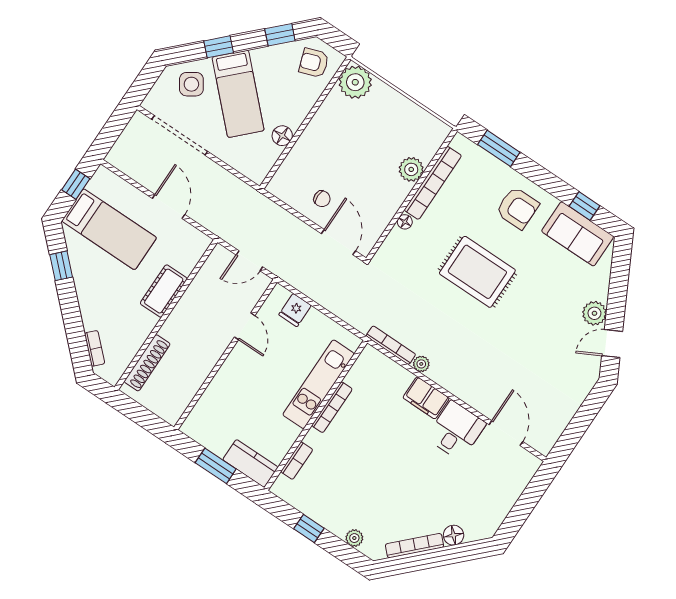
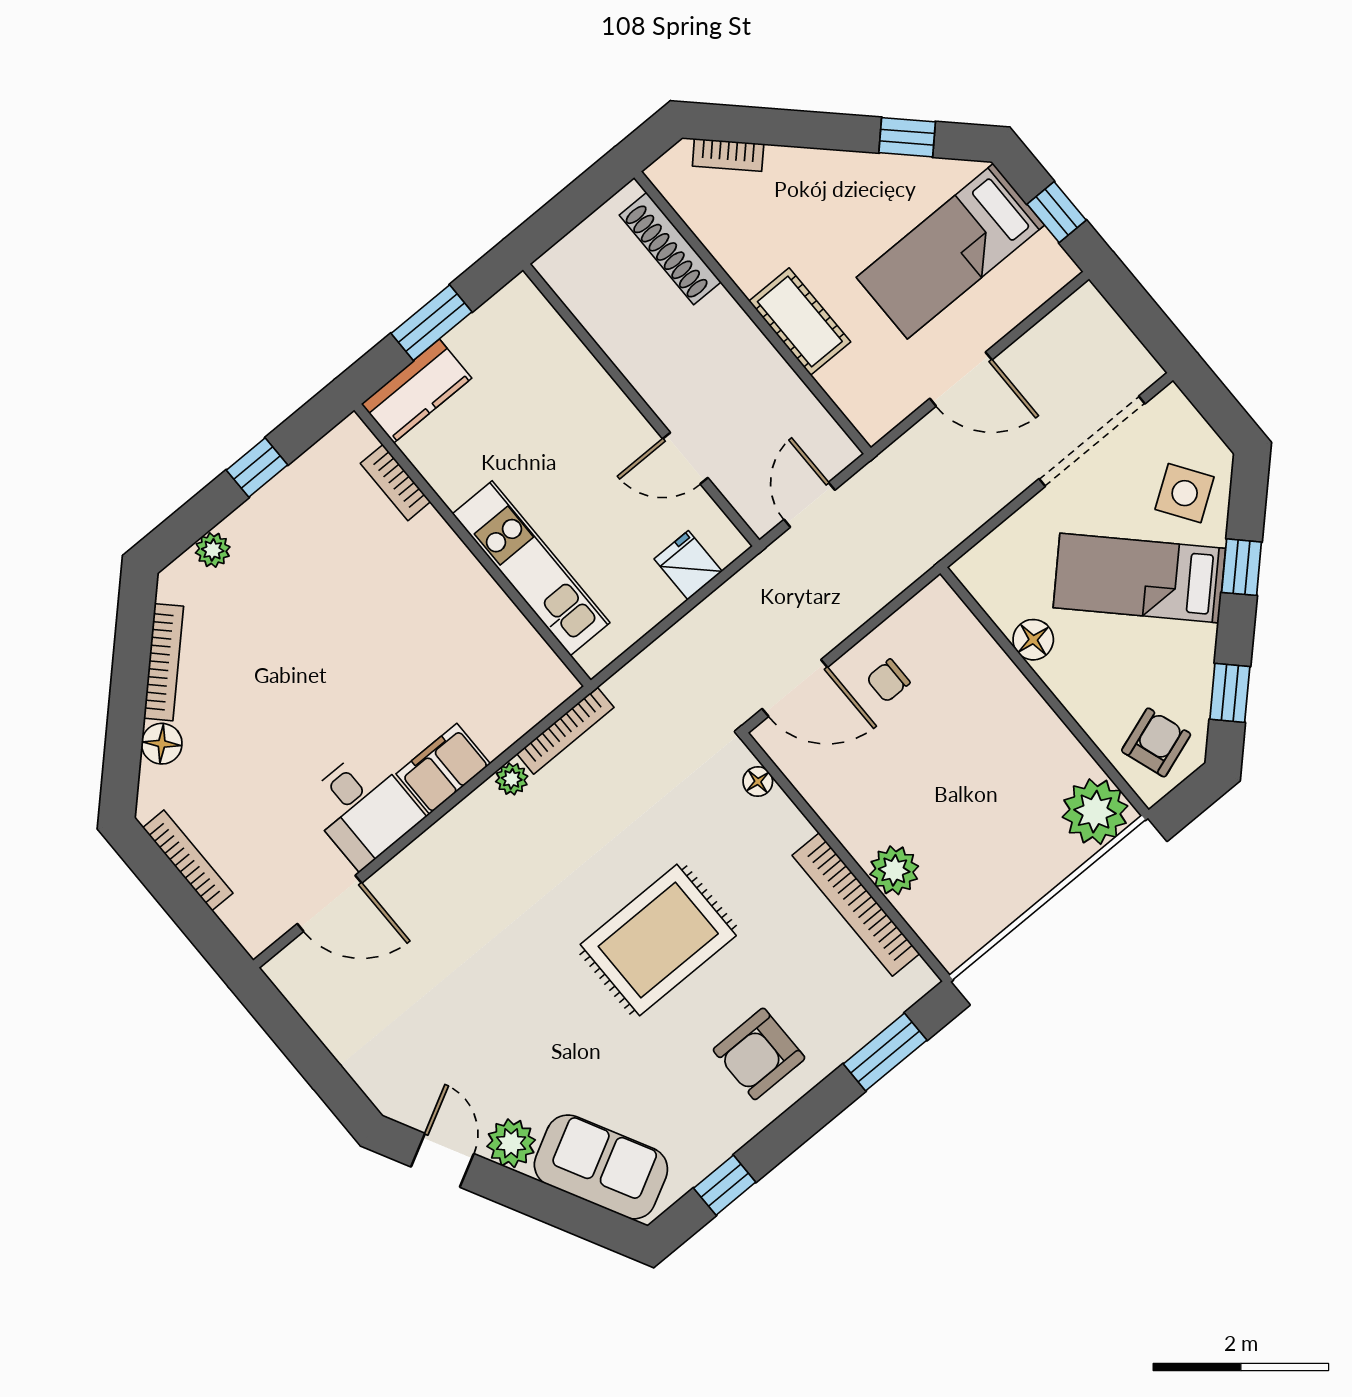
floor lamp: (405, 222) -> (758, 782), moved
sofa: (578, 234) -> (601, 1167), moved, turned 62
bookcase: (332, 407) -> (188, 860), moved, turned 180

